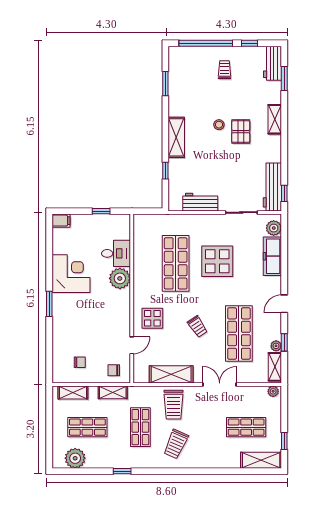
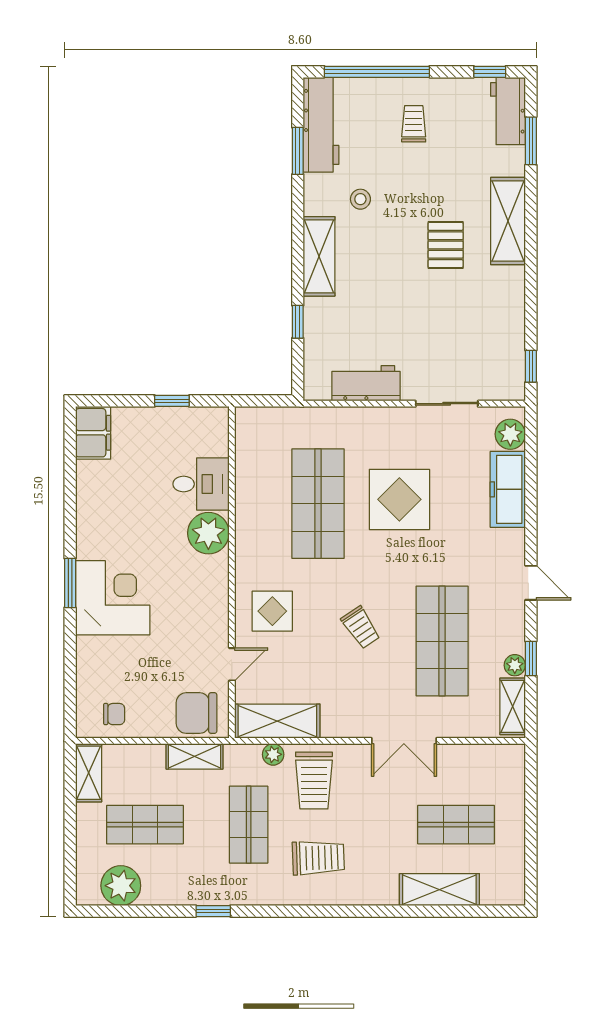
window: (250, 43) -> (490, 72), moved
shelving: (275, 119) -> (508, 221), width x1.50, depth x1.33
stool: (219, 125) -> (360, 199), moved
workbench: (272, 187) -> (321, 125), moved, turned 180
filing cabinet: (61, 221) -> (93, 433), width x2.00
corner desk: (71, 274) -> (113, 598), moved
door: (284, 304) -> (531, 583), swing flipped
chair: (80, 362) -> (114, 714), moved
chair: (114, 370) -> (197, 713), width x1.87, depth x1.87
shelving: (171, 374) -> (277, 721), moved
double door: (220, 384) -> (404, 741), swing flipped
plant: (273, 391) -> (273, 754), moved
shelving: (73, 393) -> (89, 773), moved, turned 90
window: (284, 441) -> (531, 852), removed
trolley: (176, 444) -> (318, 858), turned -116
shelving: (261, 460) -> (439, 890), moved

